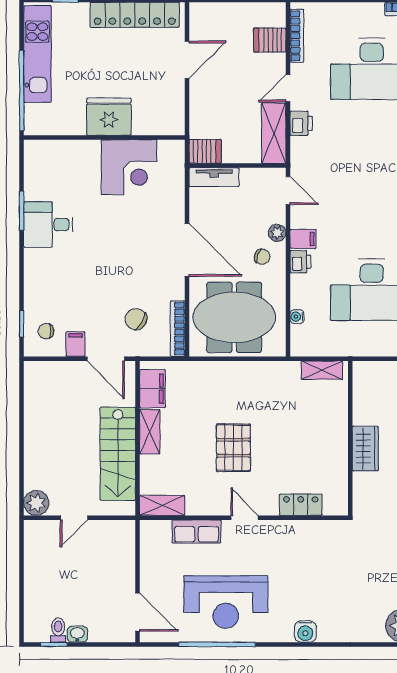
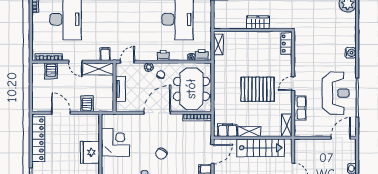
printer: (301, 123) -> (202, 55), moved
server rack: (205, 151) -> (87, 104), moved
tv unit: (214, 177) -> (120, 89), moved
filing cabinet: (303, 239) -> (105, 54), moved
chair: (136, 319) -> (161, 154), moved
pallet: (233, 448) -> (258, 89), width x1.37, depth x1.41
locker: (301, 505) -> (286, 44), moved

